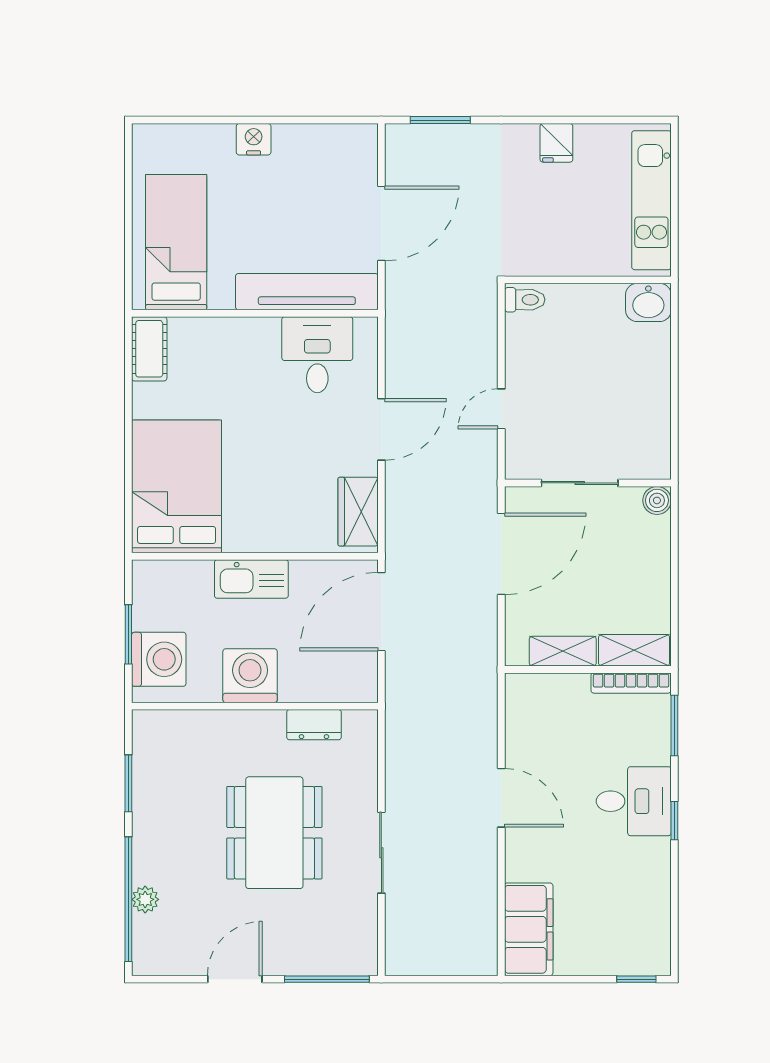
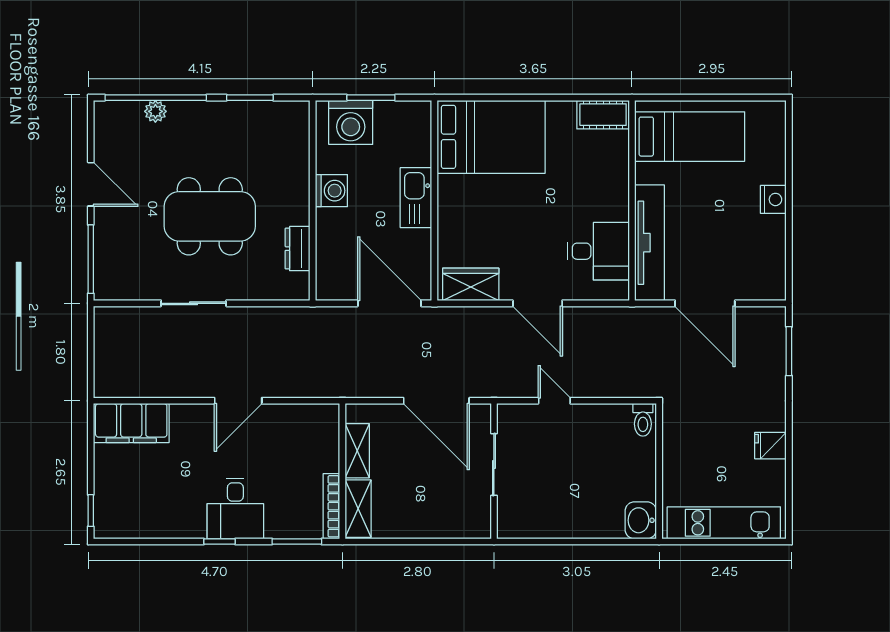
boiler: (657, 500) -> (480, 527), removed
washing machine: (250, 676) -> (331, 191), width x0.73, depth x0.73

